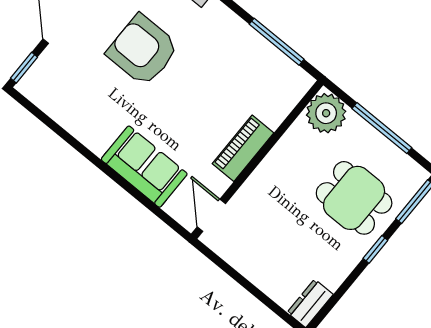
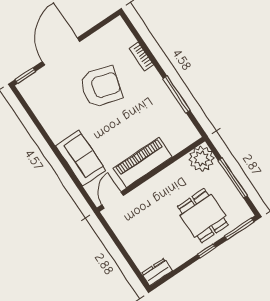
window: (277, 42) -> (177, 94), moved
armchair: (143, 50) -> (101, 87), turned 106
piano: (243, 148) -> (143, 162), width x1.37, depth x1.33

